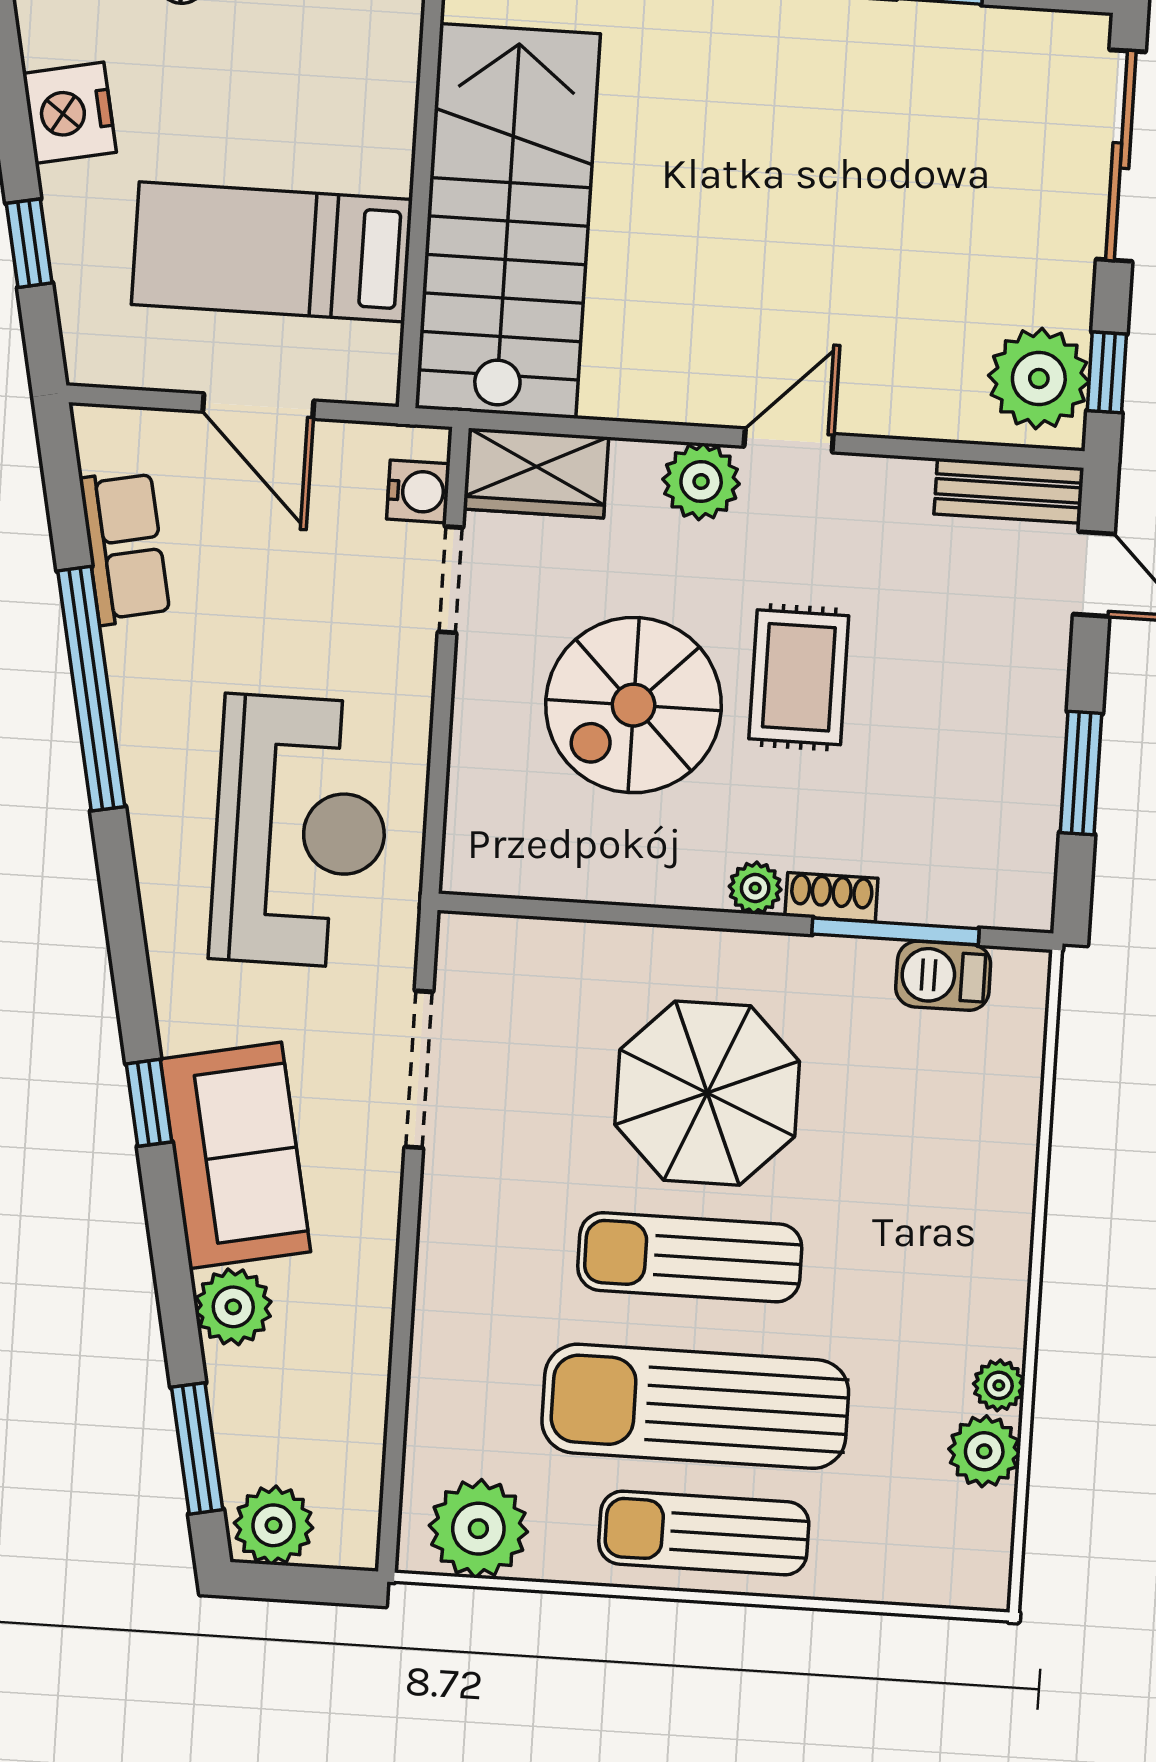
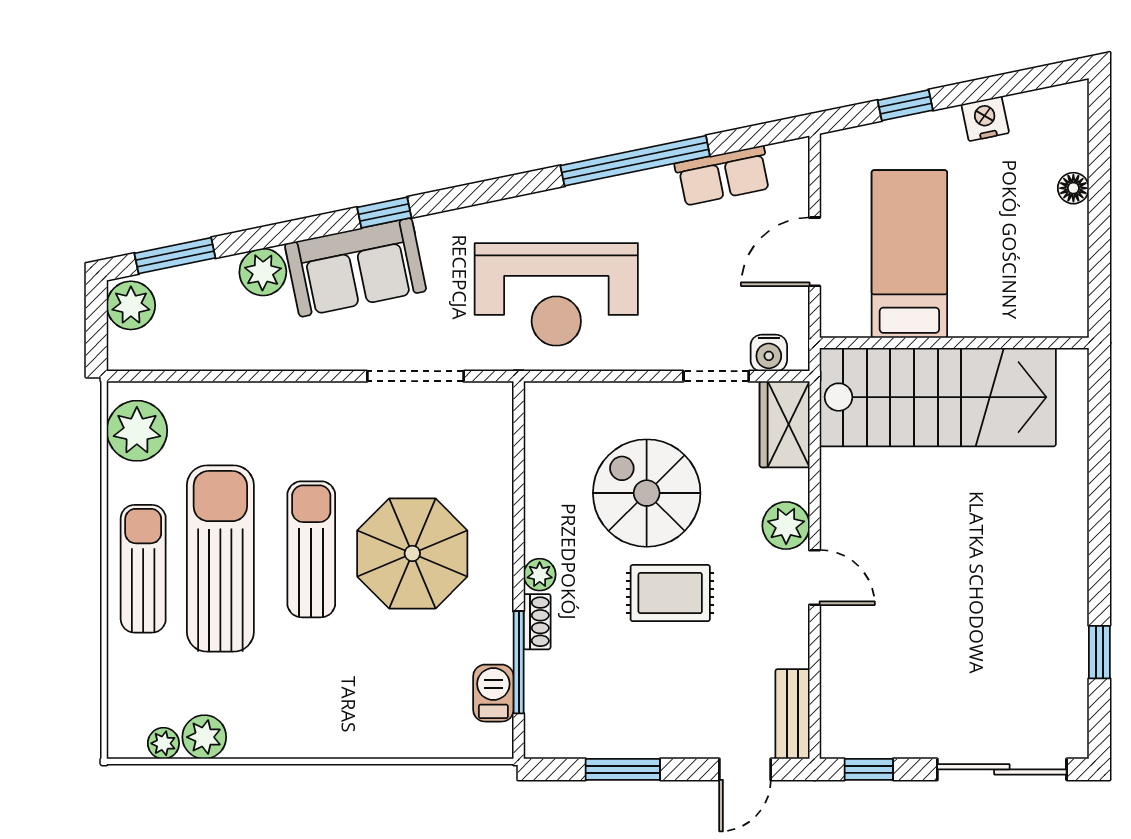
nightstand: (69, 113) -> (985, 119), width x0.74, depth x0.75
plant: (1039, 379) -> (862, 728), removed
plant: (999, 1385) -> (163, 743), moved

